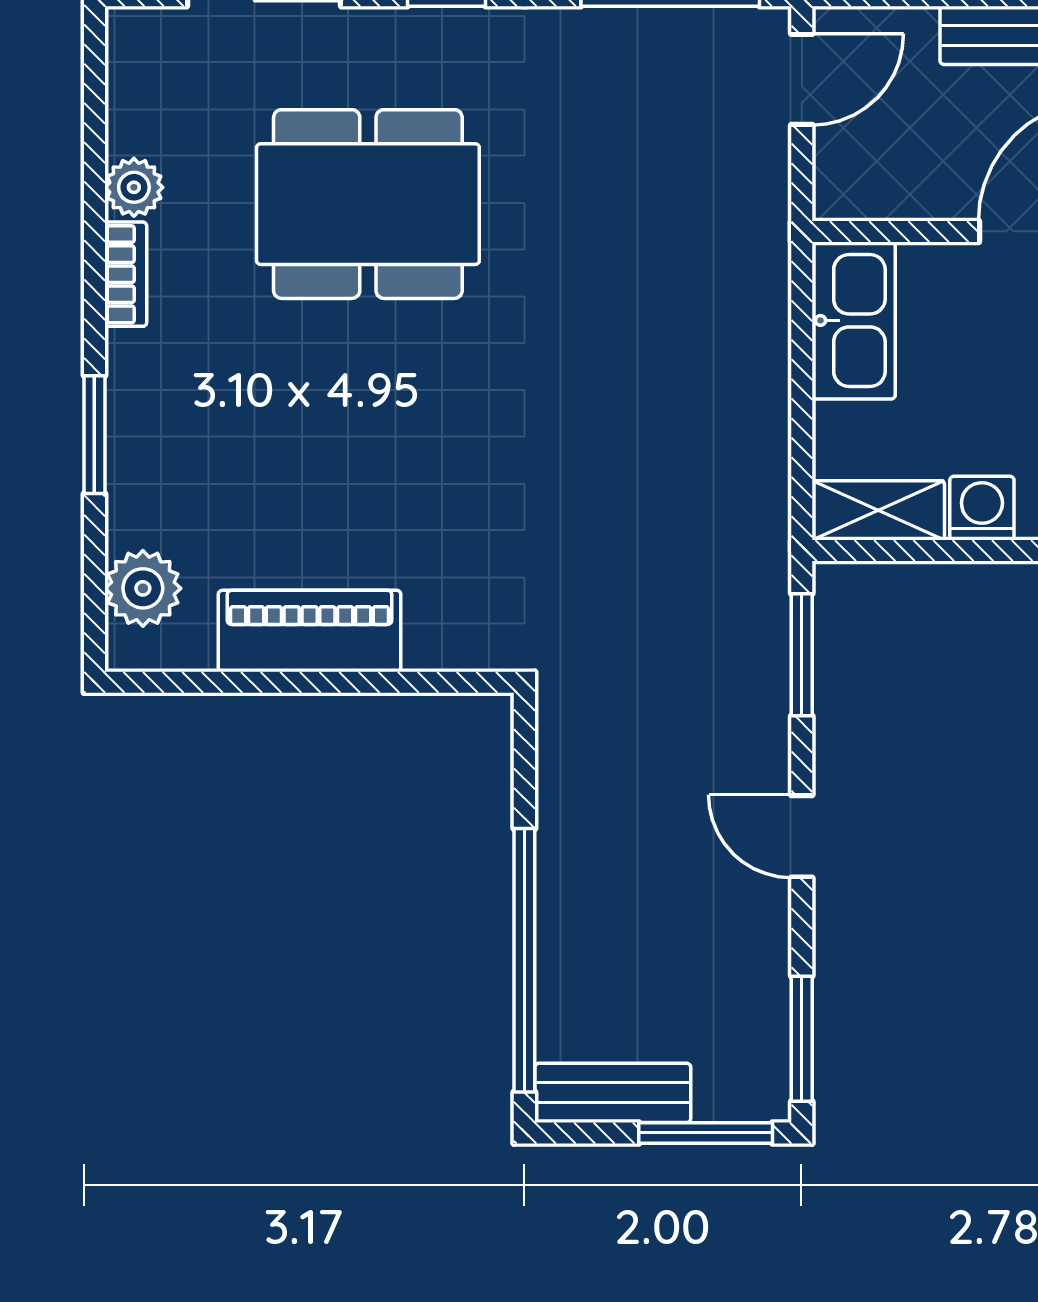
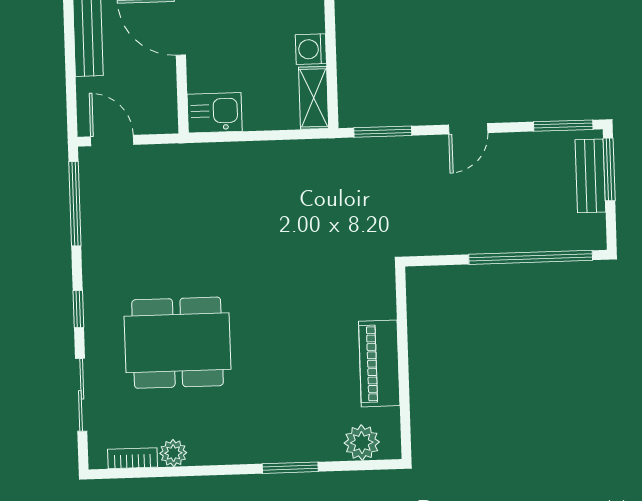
dining table: (368, 204) -> (178, 343), turned 90
bookcase: (126, 274) -> (133, 458), moved
kitchen sink: (854, 320) -> (215, 113), width x0.73
bench: (613, 1093) -> (590, 176), moved

